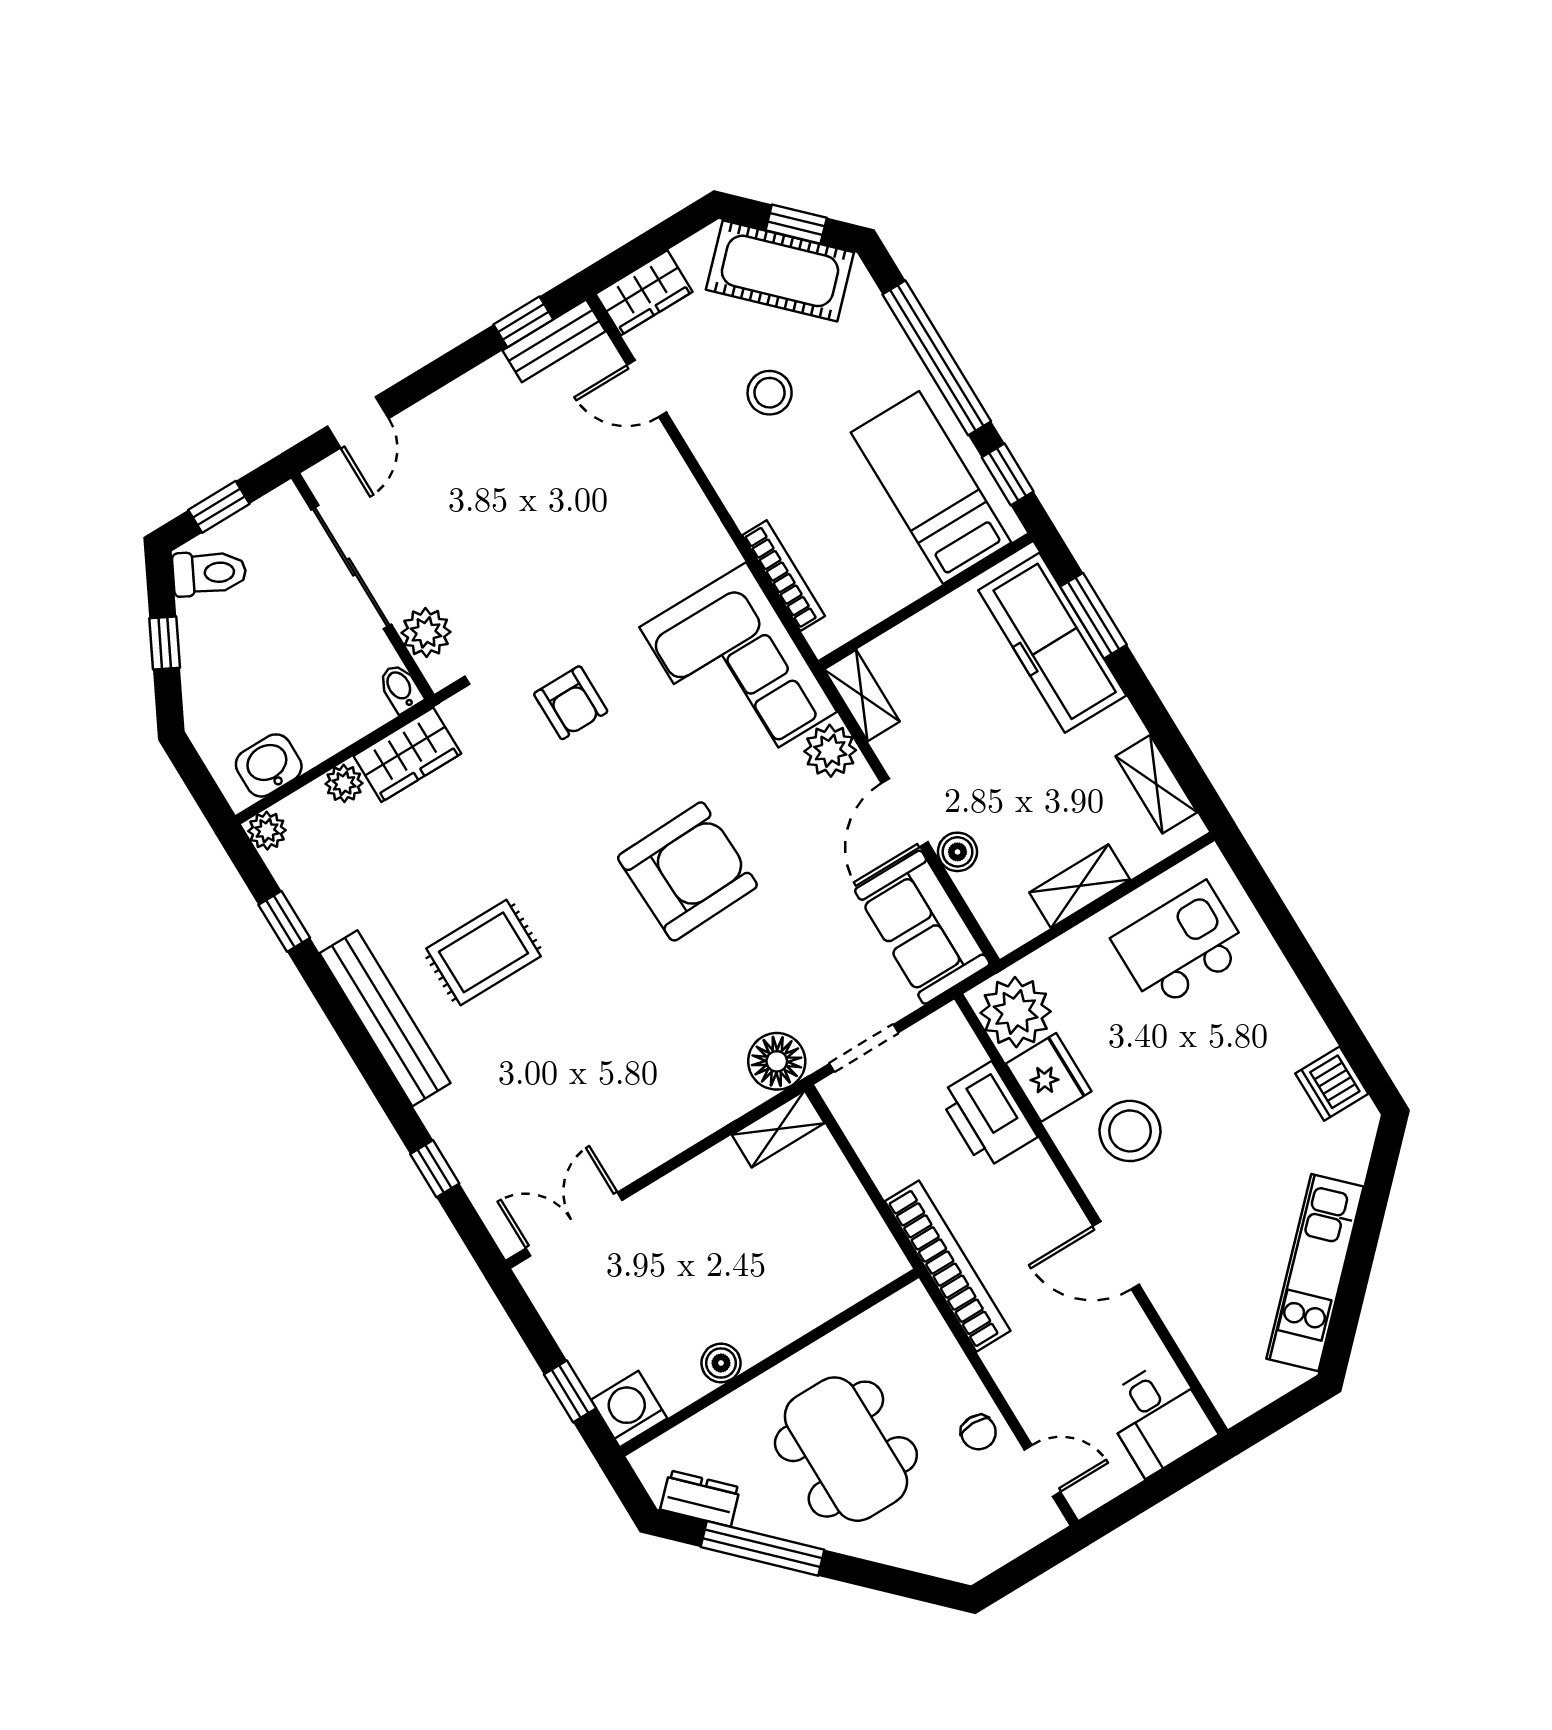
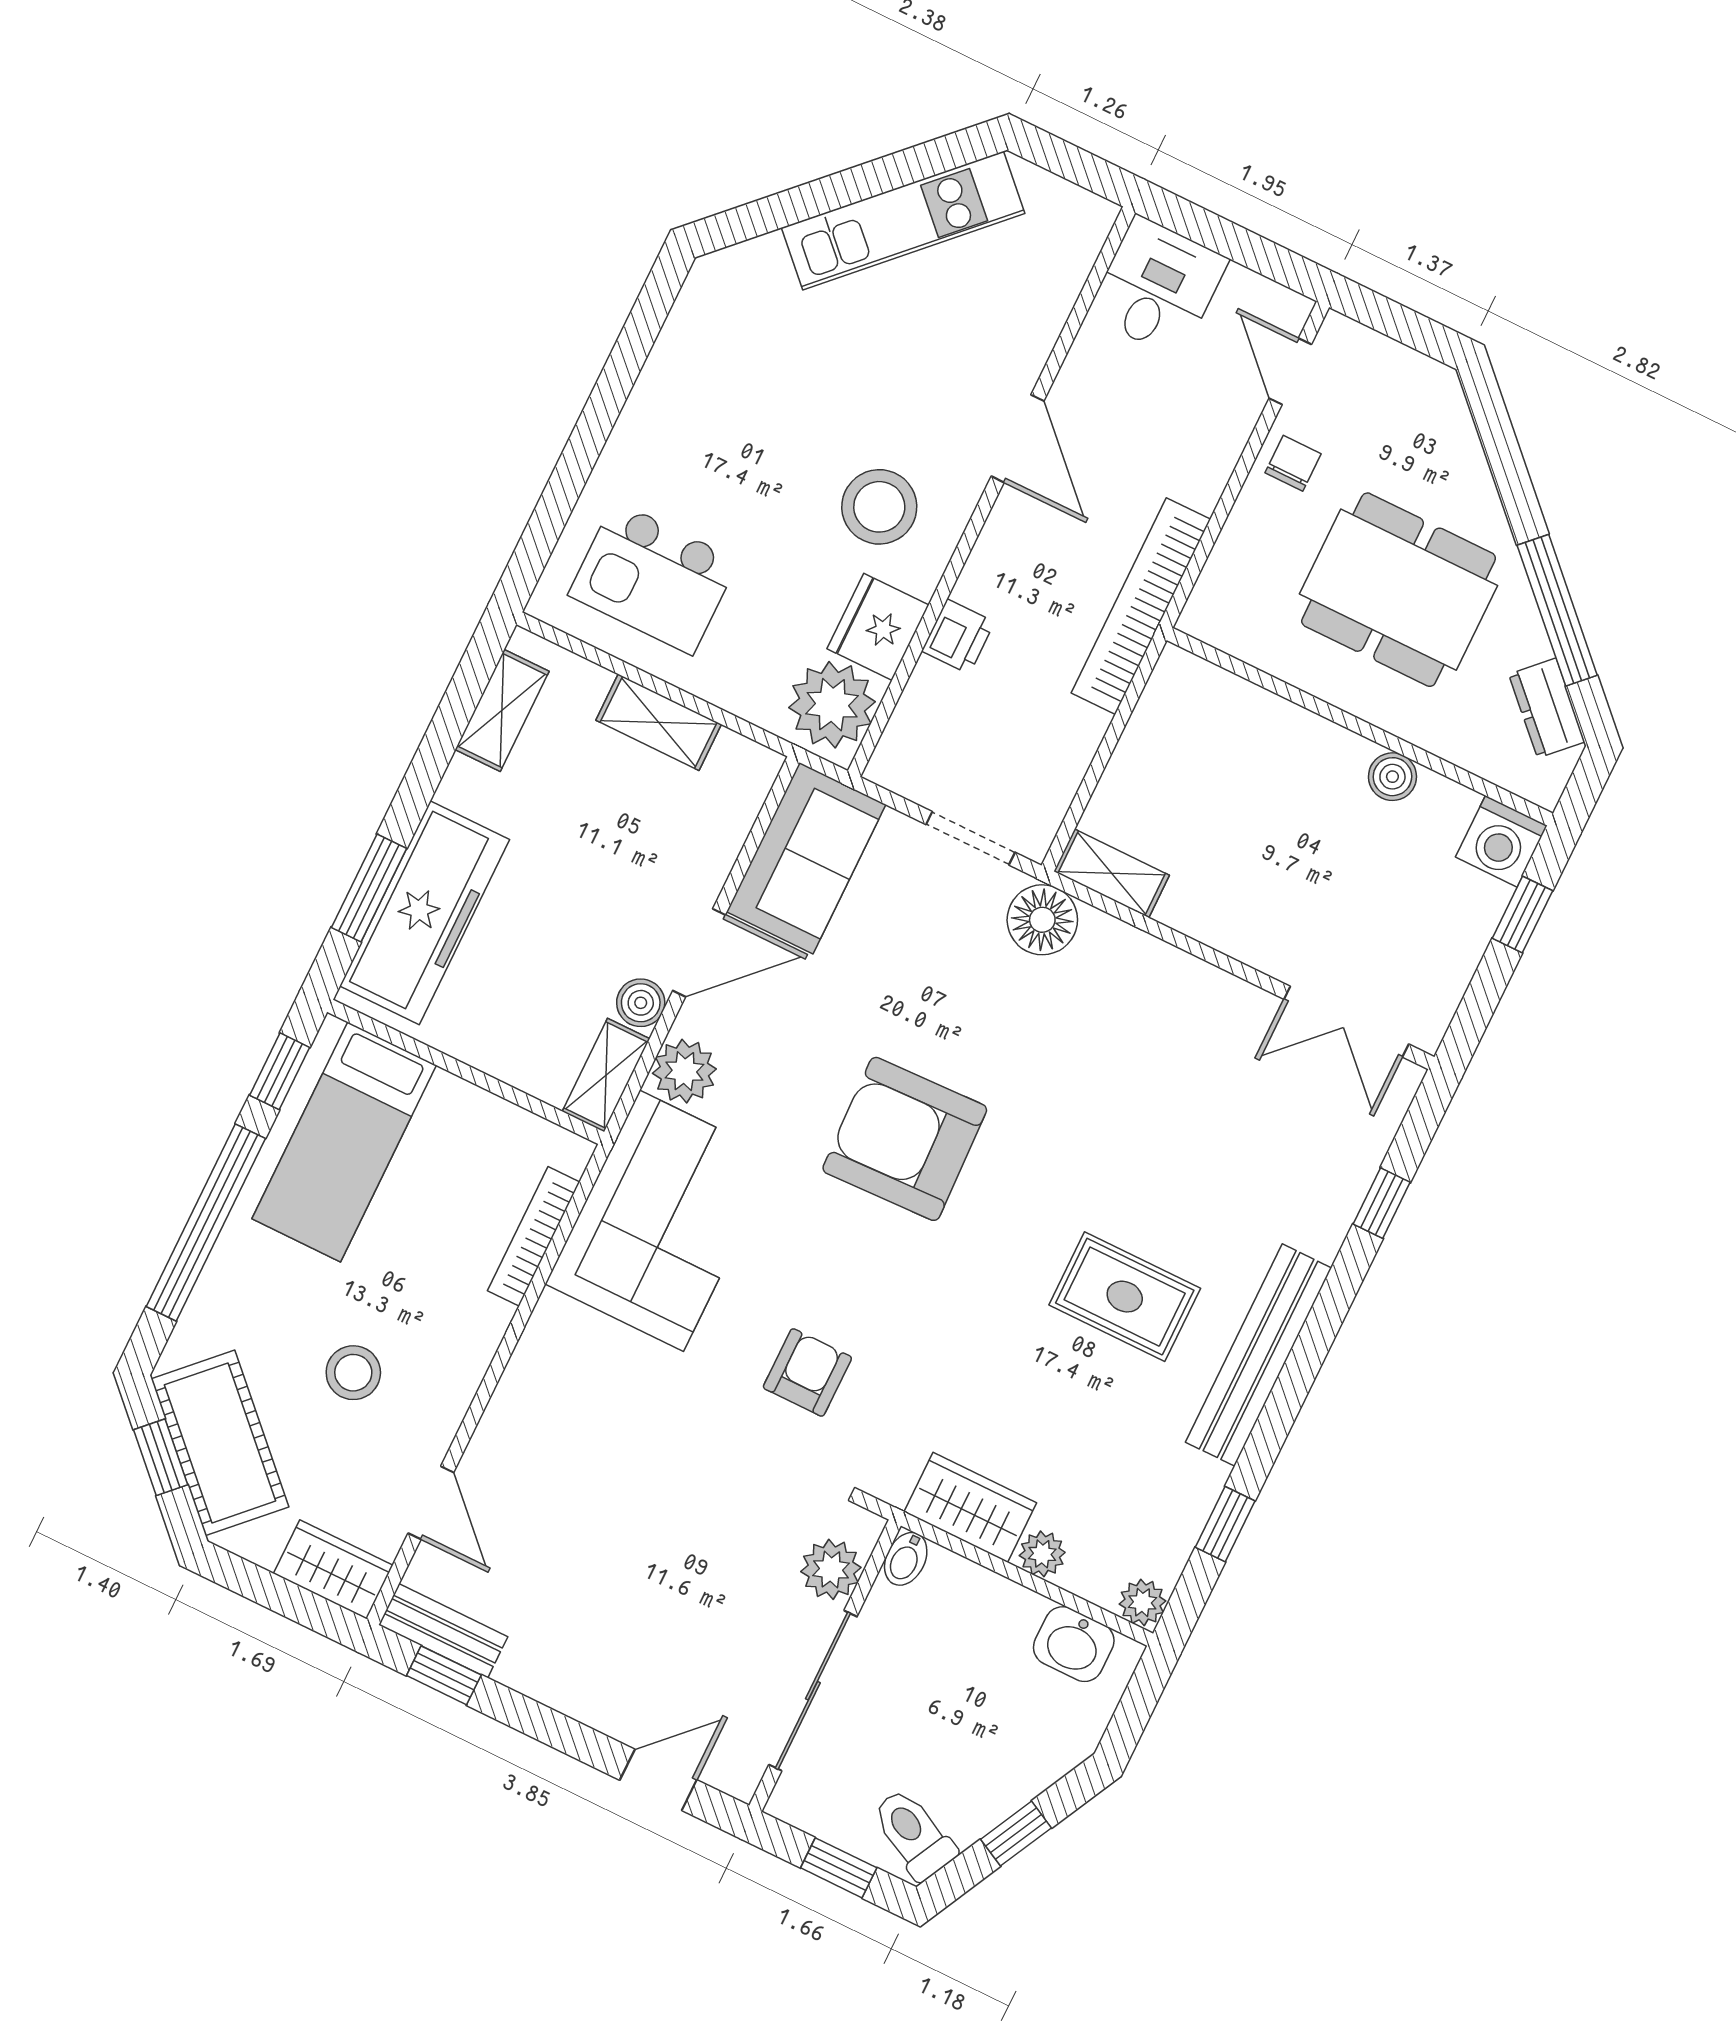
boiler: (957, 852) -> (641, 1003), moved
dishwasher: (1332, 1084) -> (696, 329), removed
printer: (987, 1116) -> (958, 637), width x0.53, depth x0.68
dining table: (846, 1449) -> (1399, 590), turned 90

